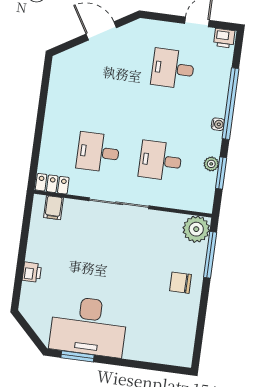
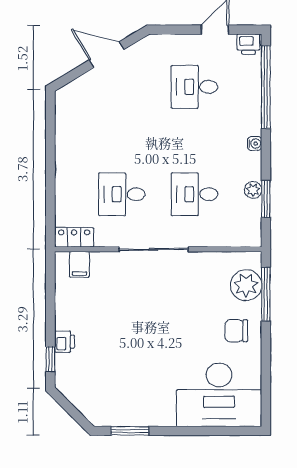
window: (230, 104) -> (266, 87), moved
plant: (196, 229) -> (246, 285), moved
window: (18, 286) -> (50, 359), added
desk: (89, 326) -> (219, 395), moved

